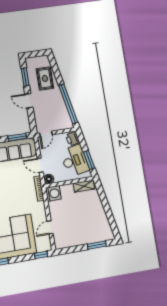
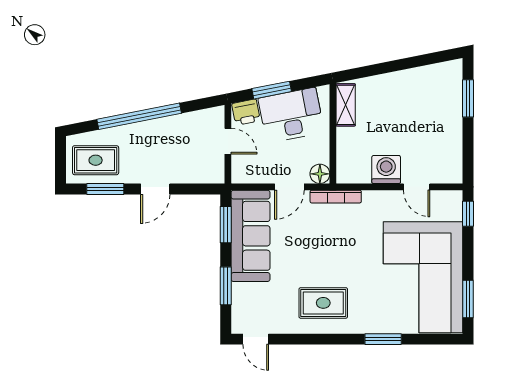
rug: (45, 78) -> (96, 160), moved
window: (68, 104) -> (139, 116), moved
door: (46, 134) -> (228, 141), moved
window: (89, 160) -> (272, 90), moved
washing machine: (53, 193) -> (386, 169), moved

